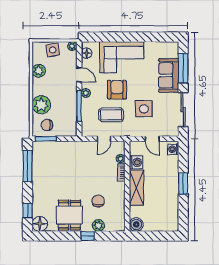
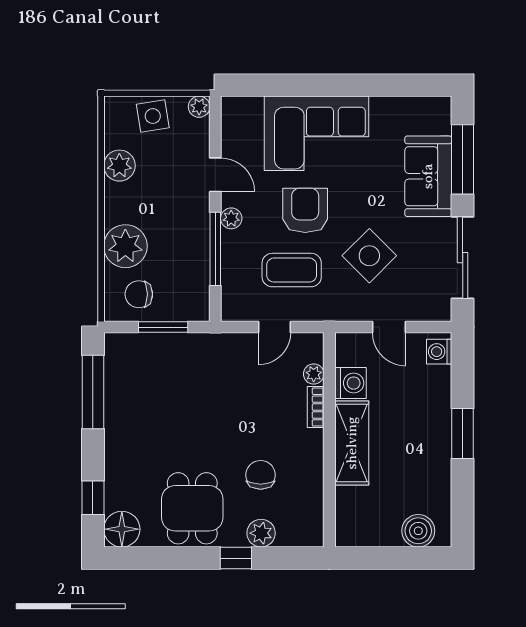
floor lamp: (87, 53) -> (233, 124), removed
side table: (144, 109) -> (369, 256), turned 45
window: (46, 139) -> (163, 327), moved
boiler: (136, 225) -> (418, 531), moved

